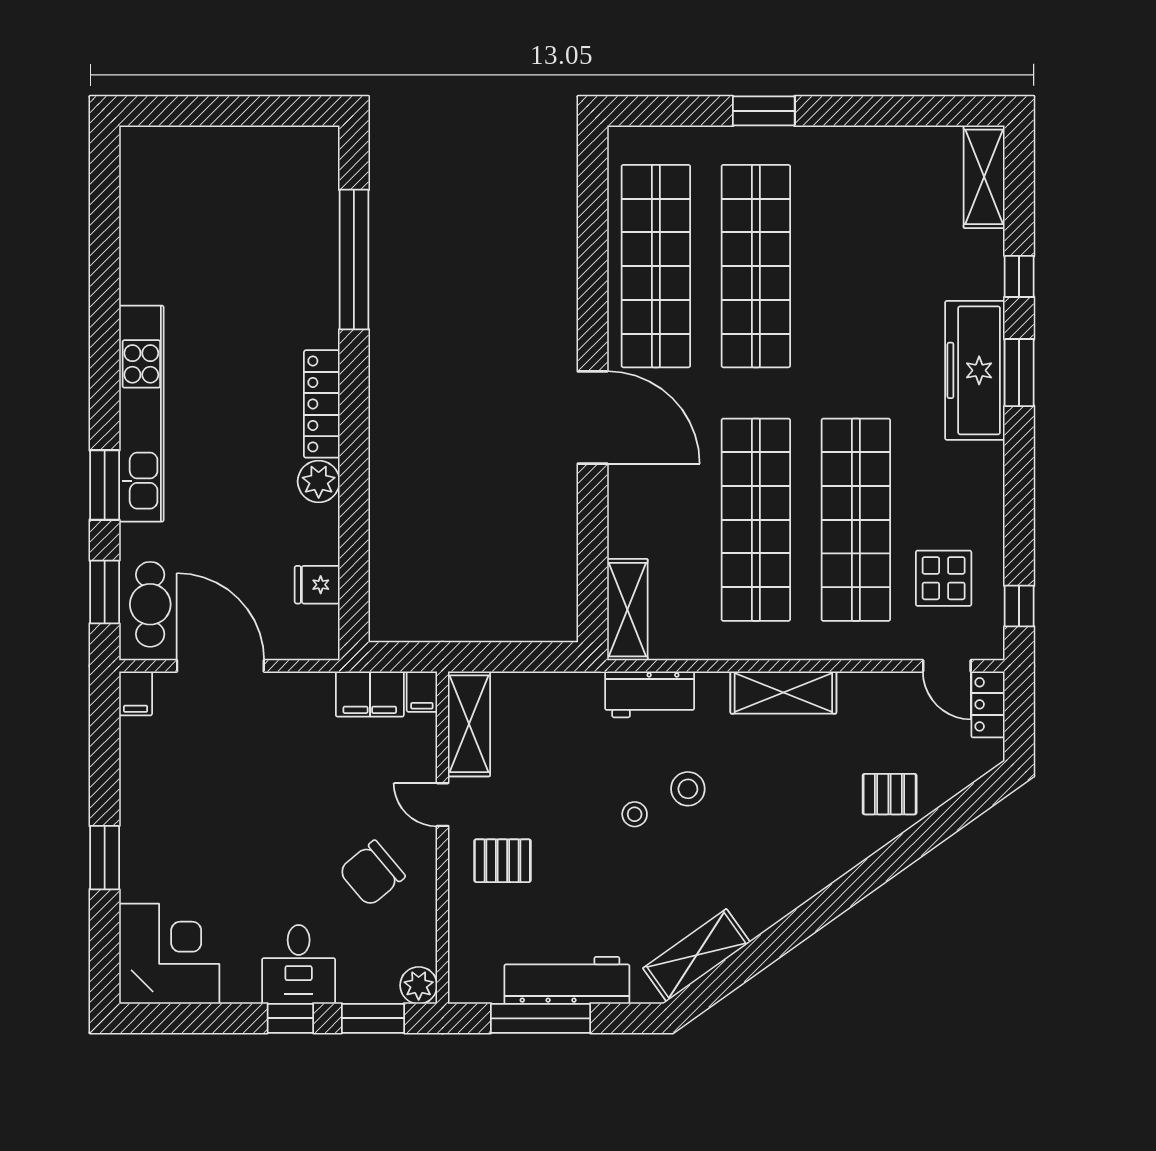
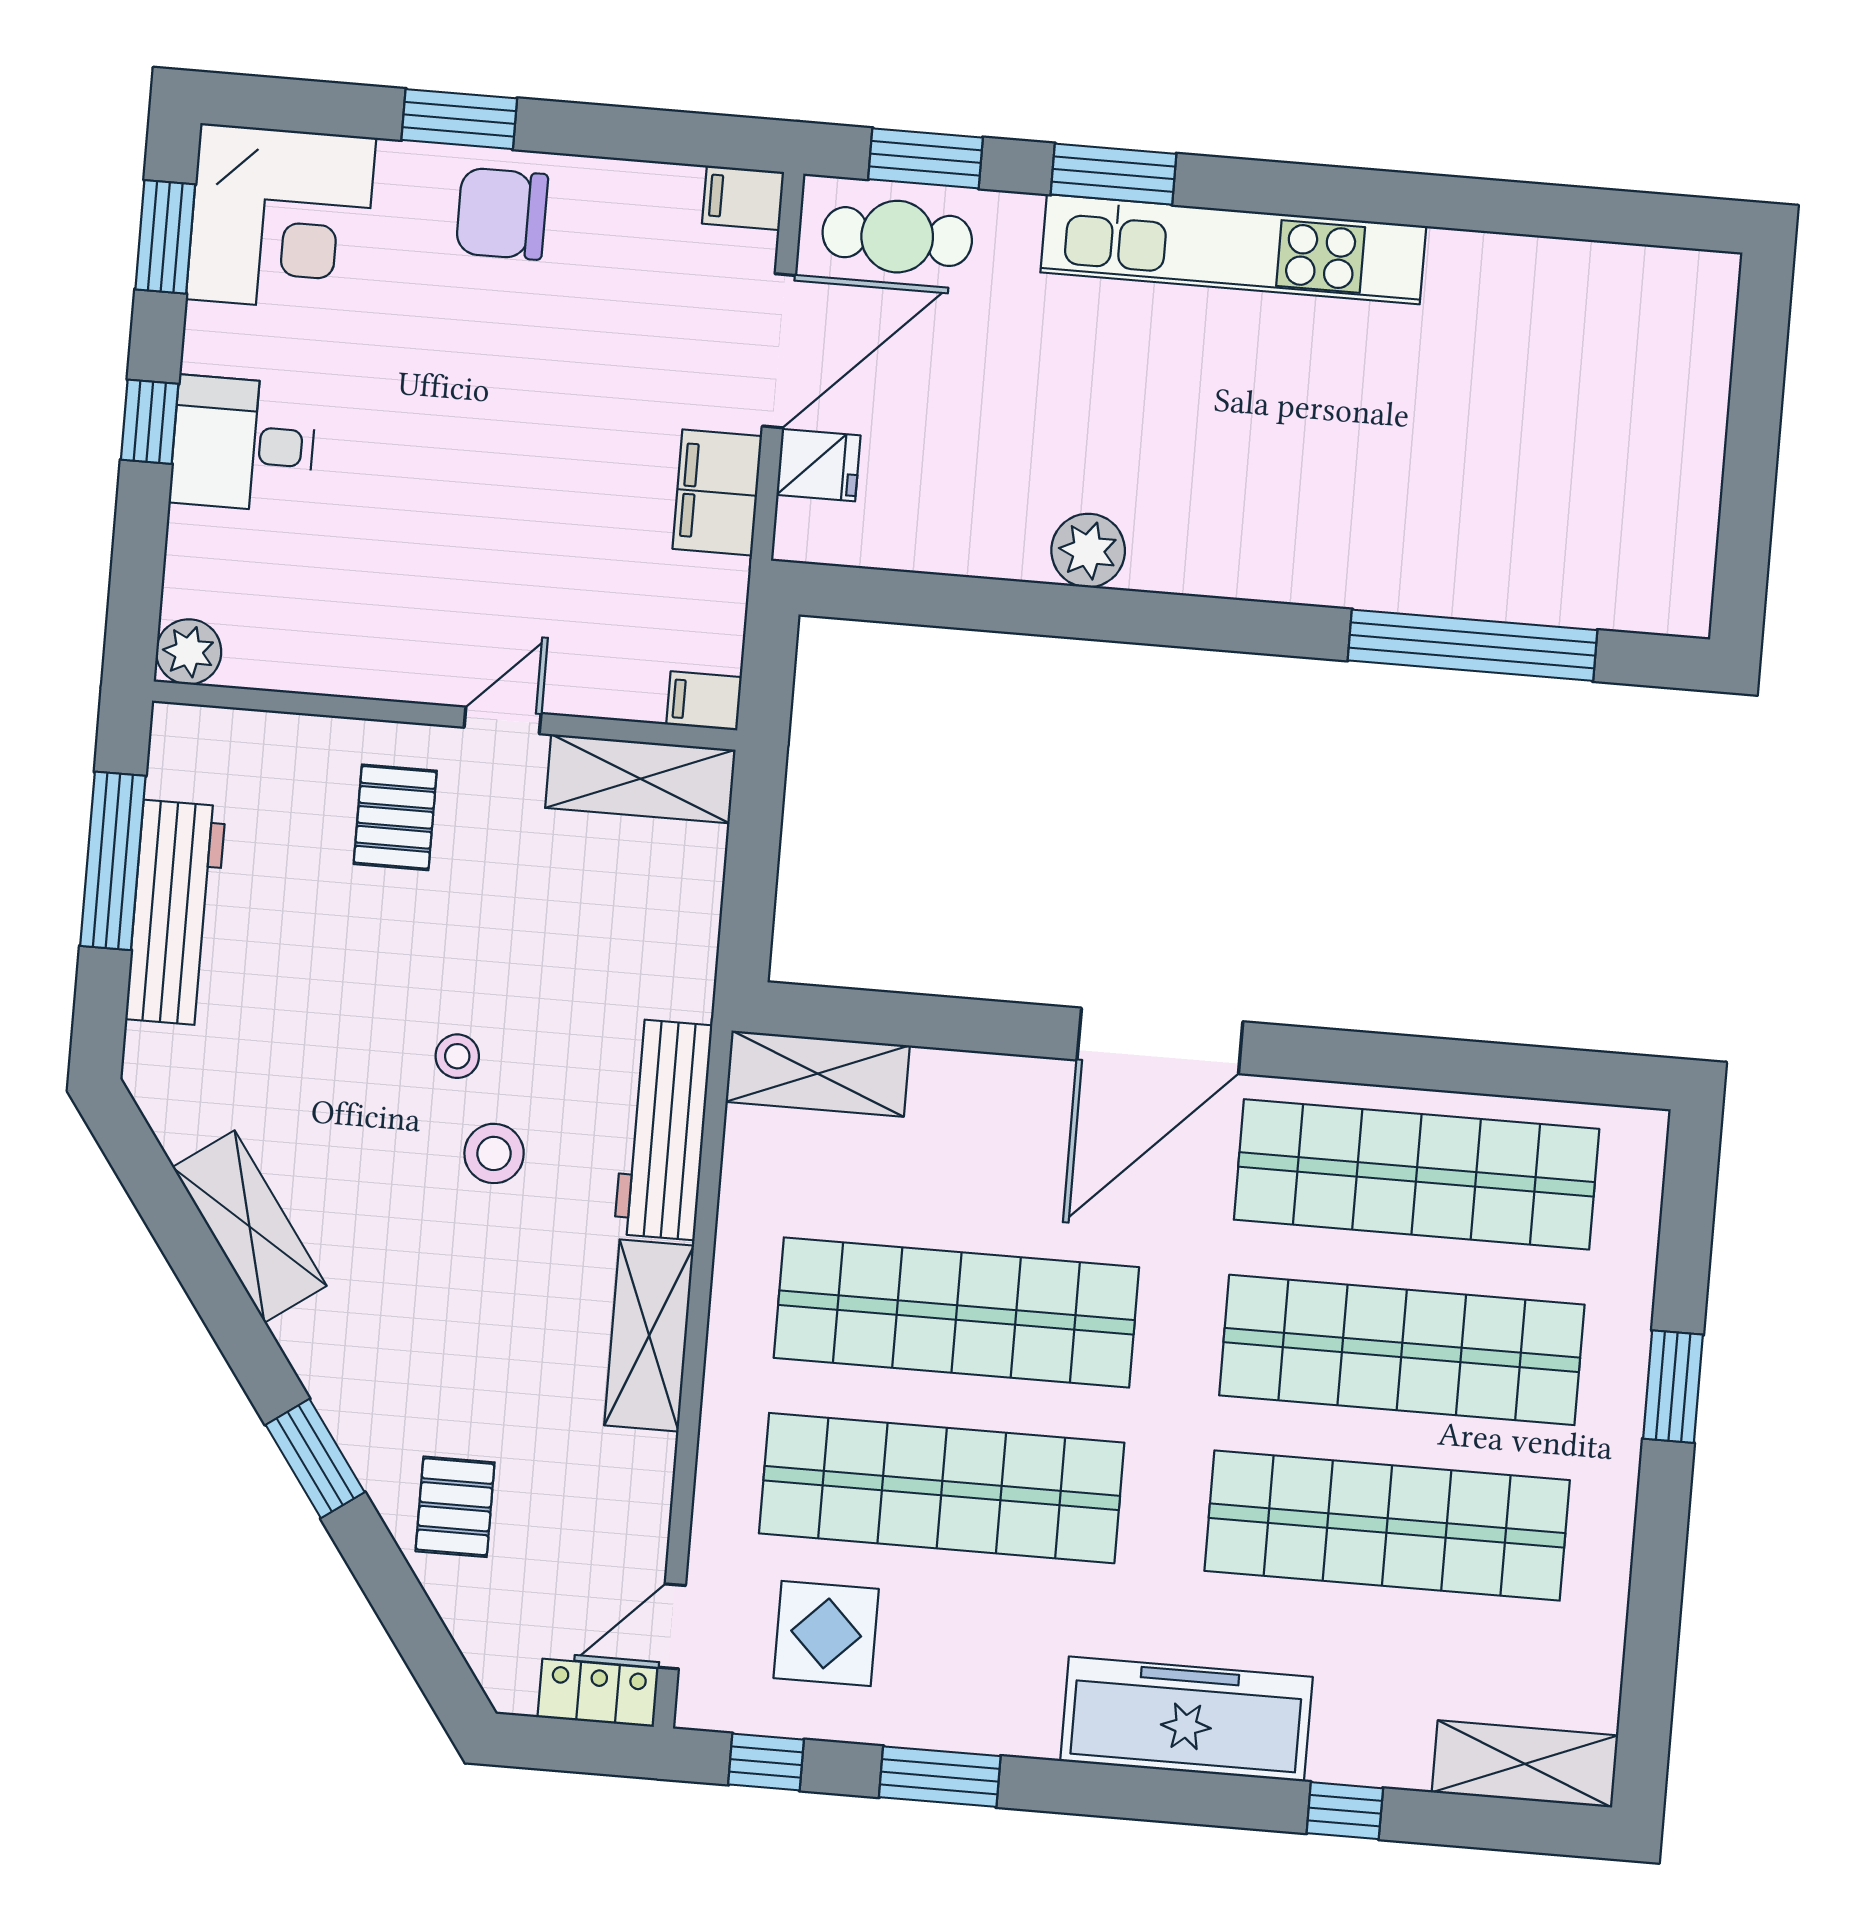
shop shelf: (856, 266) -> (1387, 1525), added
window: (1019, 373) -> (940, 1777), moved
locker: (322, 404) -> (1224, 567), removed
fridge: (317, 585) -> (818, 465), moved, turned 90
filing cabinet: (370, 694) -> (717, 492), moved
workbench: (650, 694) -> (663, 1130), width x1.37
chair: (372, 873) -> (502, 214), moved, turned -50
window: (869, 875) -> (315, 1458), added
shelving: (696, 955) -> (250, 1227), moved
window: (373, 1018) -> (165, 237), moved

